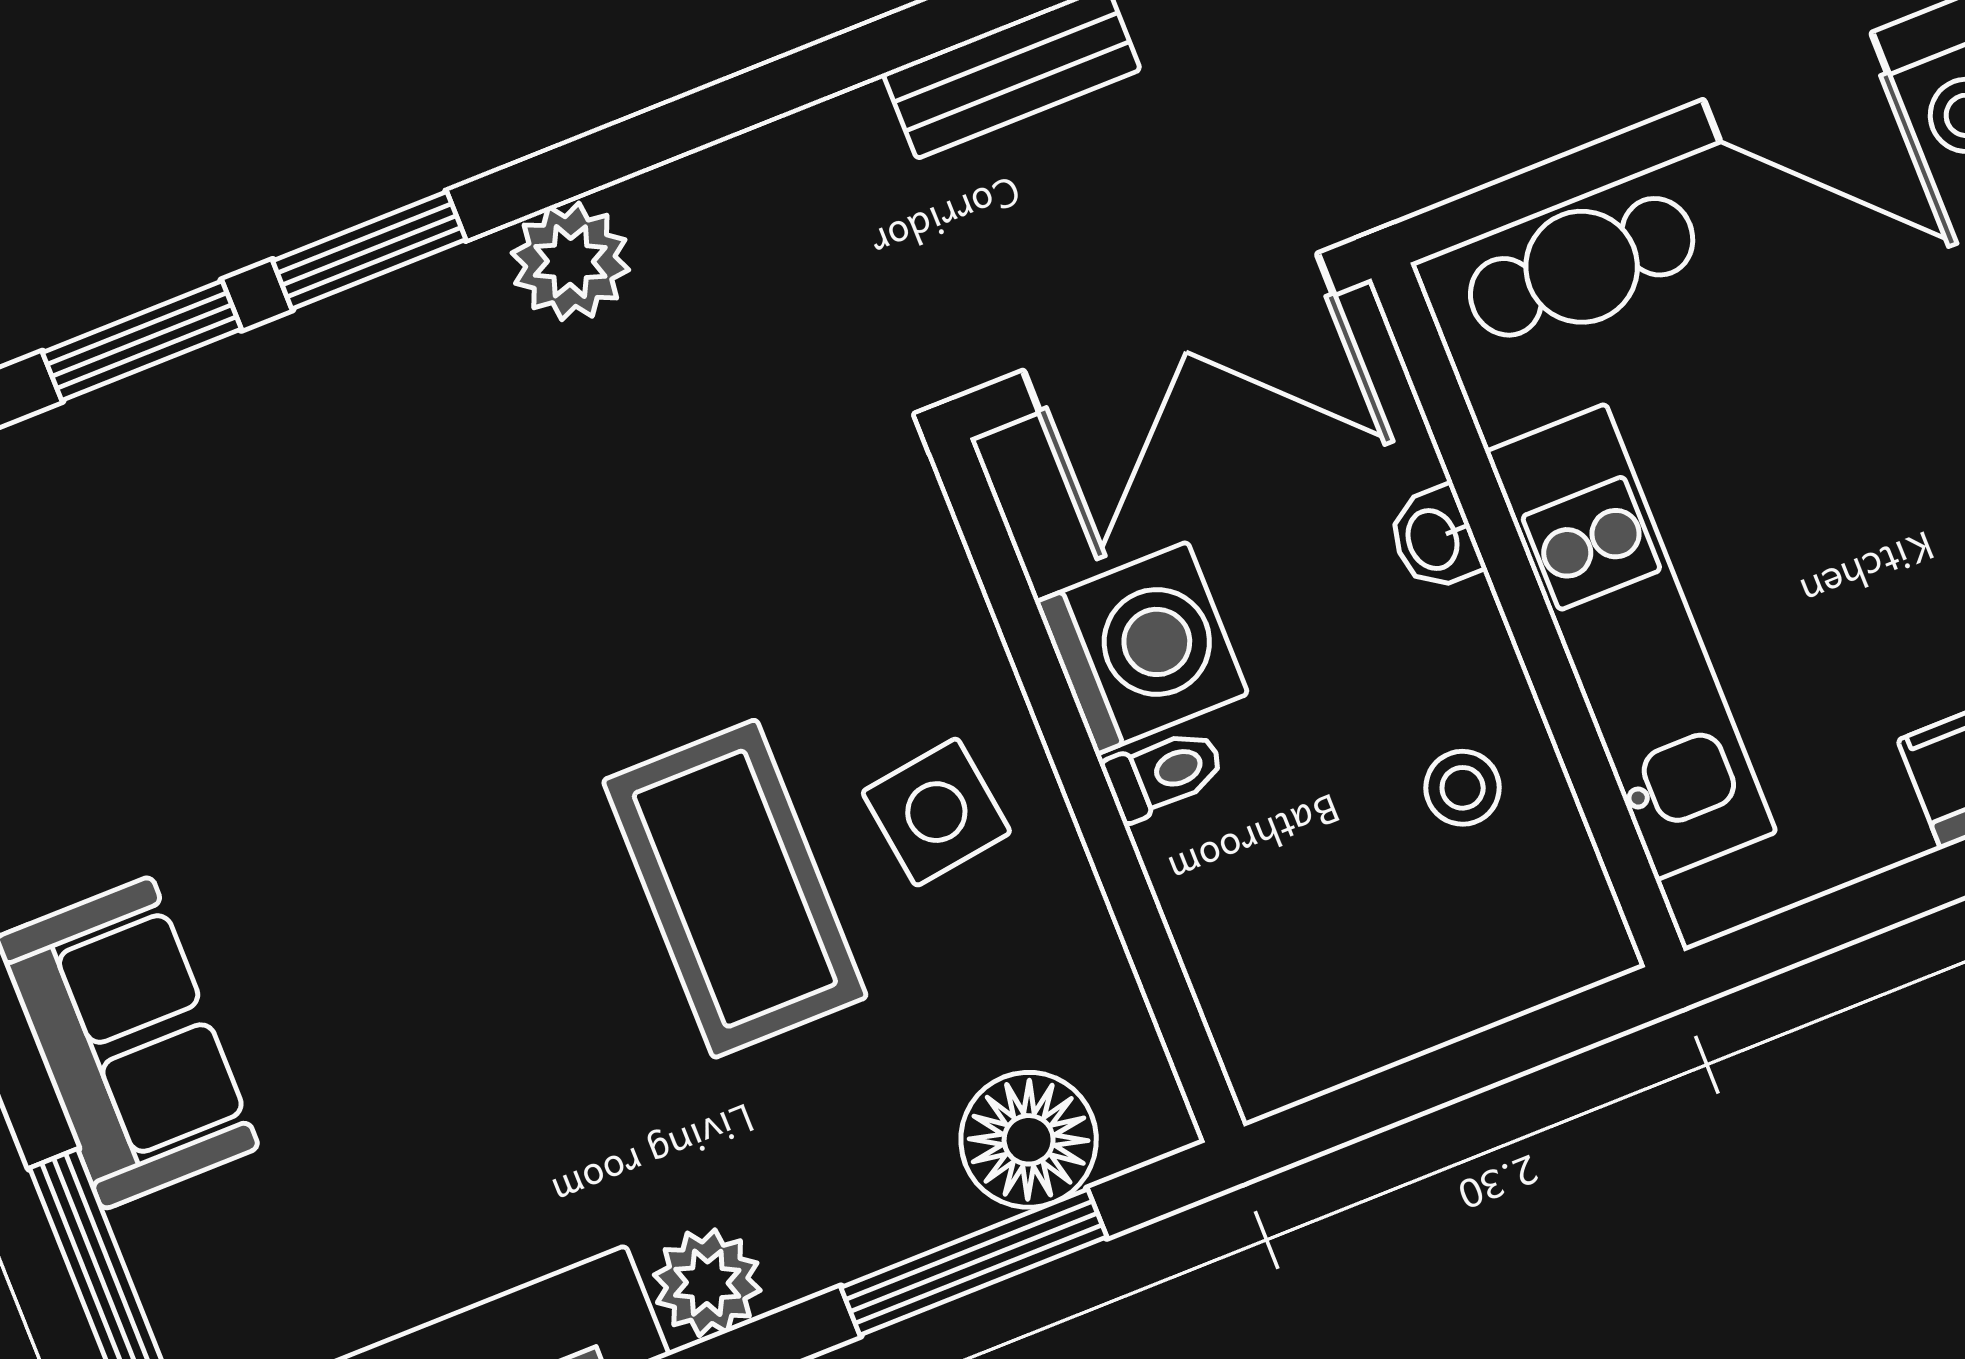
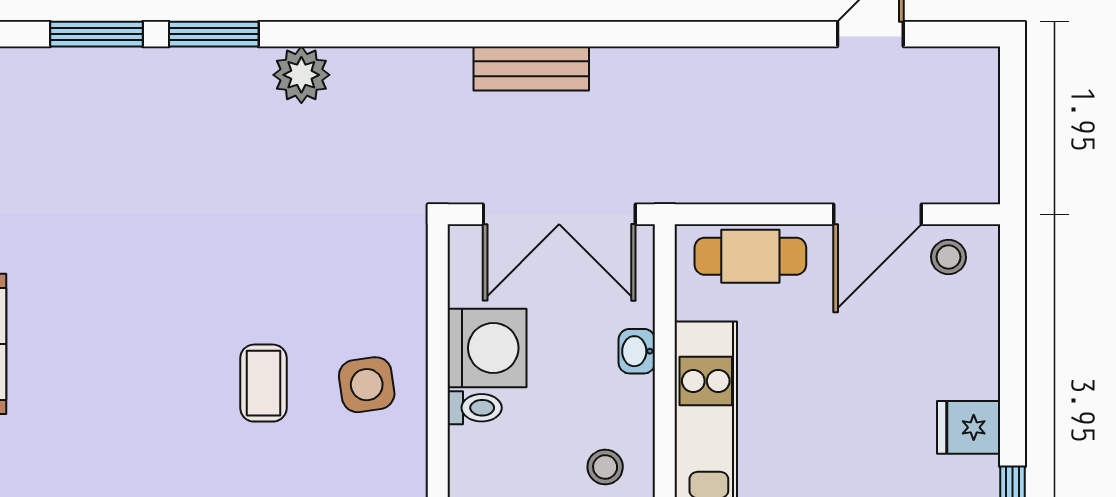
door: (1796, 87) -> (877, 214), hinge flipped
coffee table: (735, 889) -> (263, 383), width x0.54, depth x0.58

